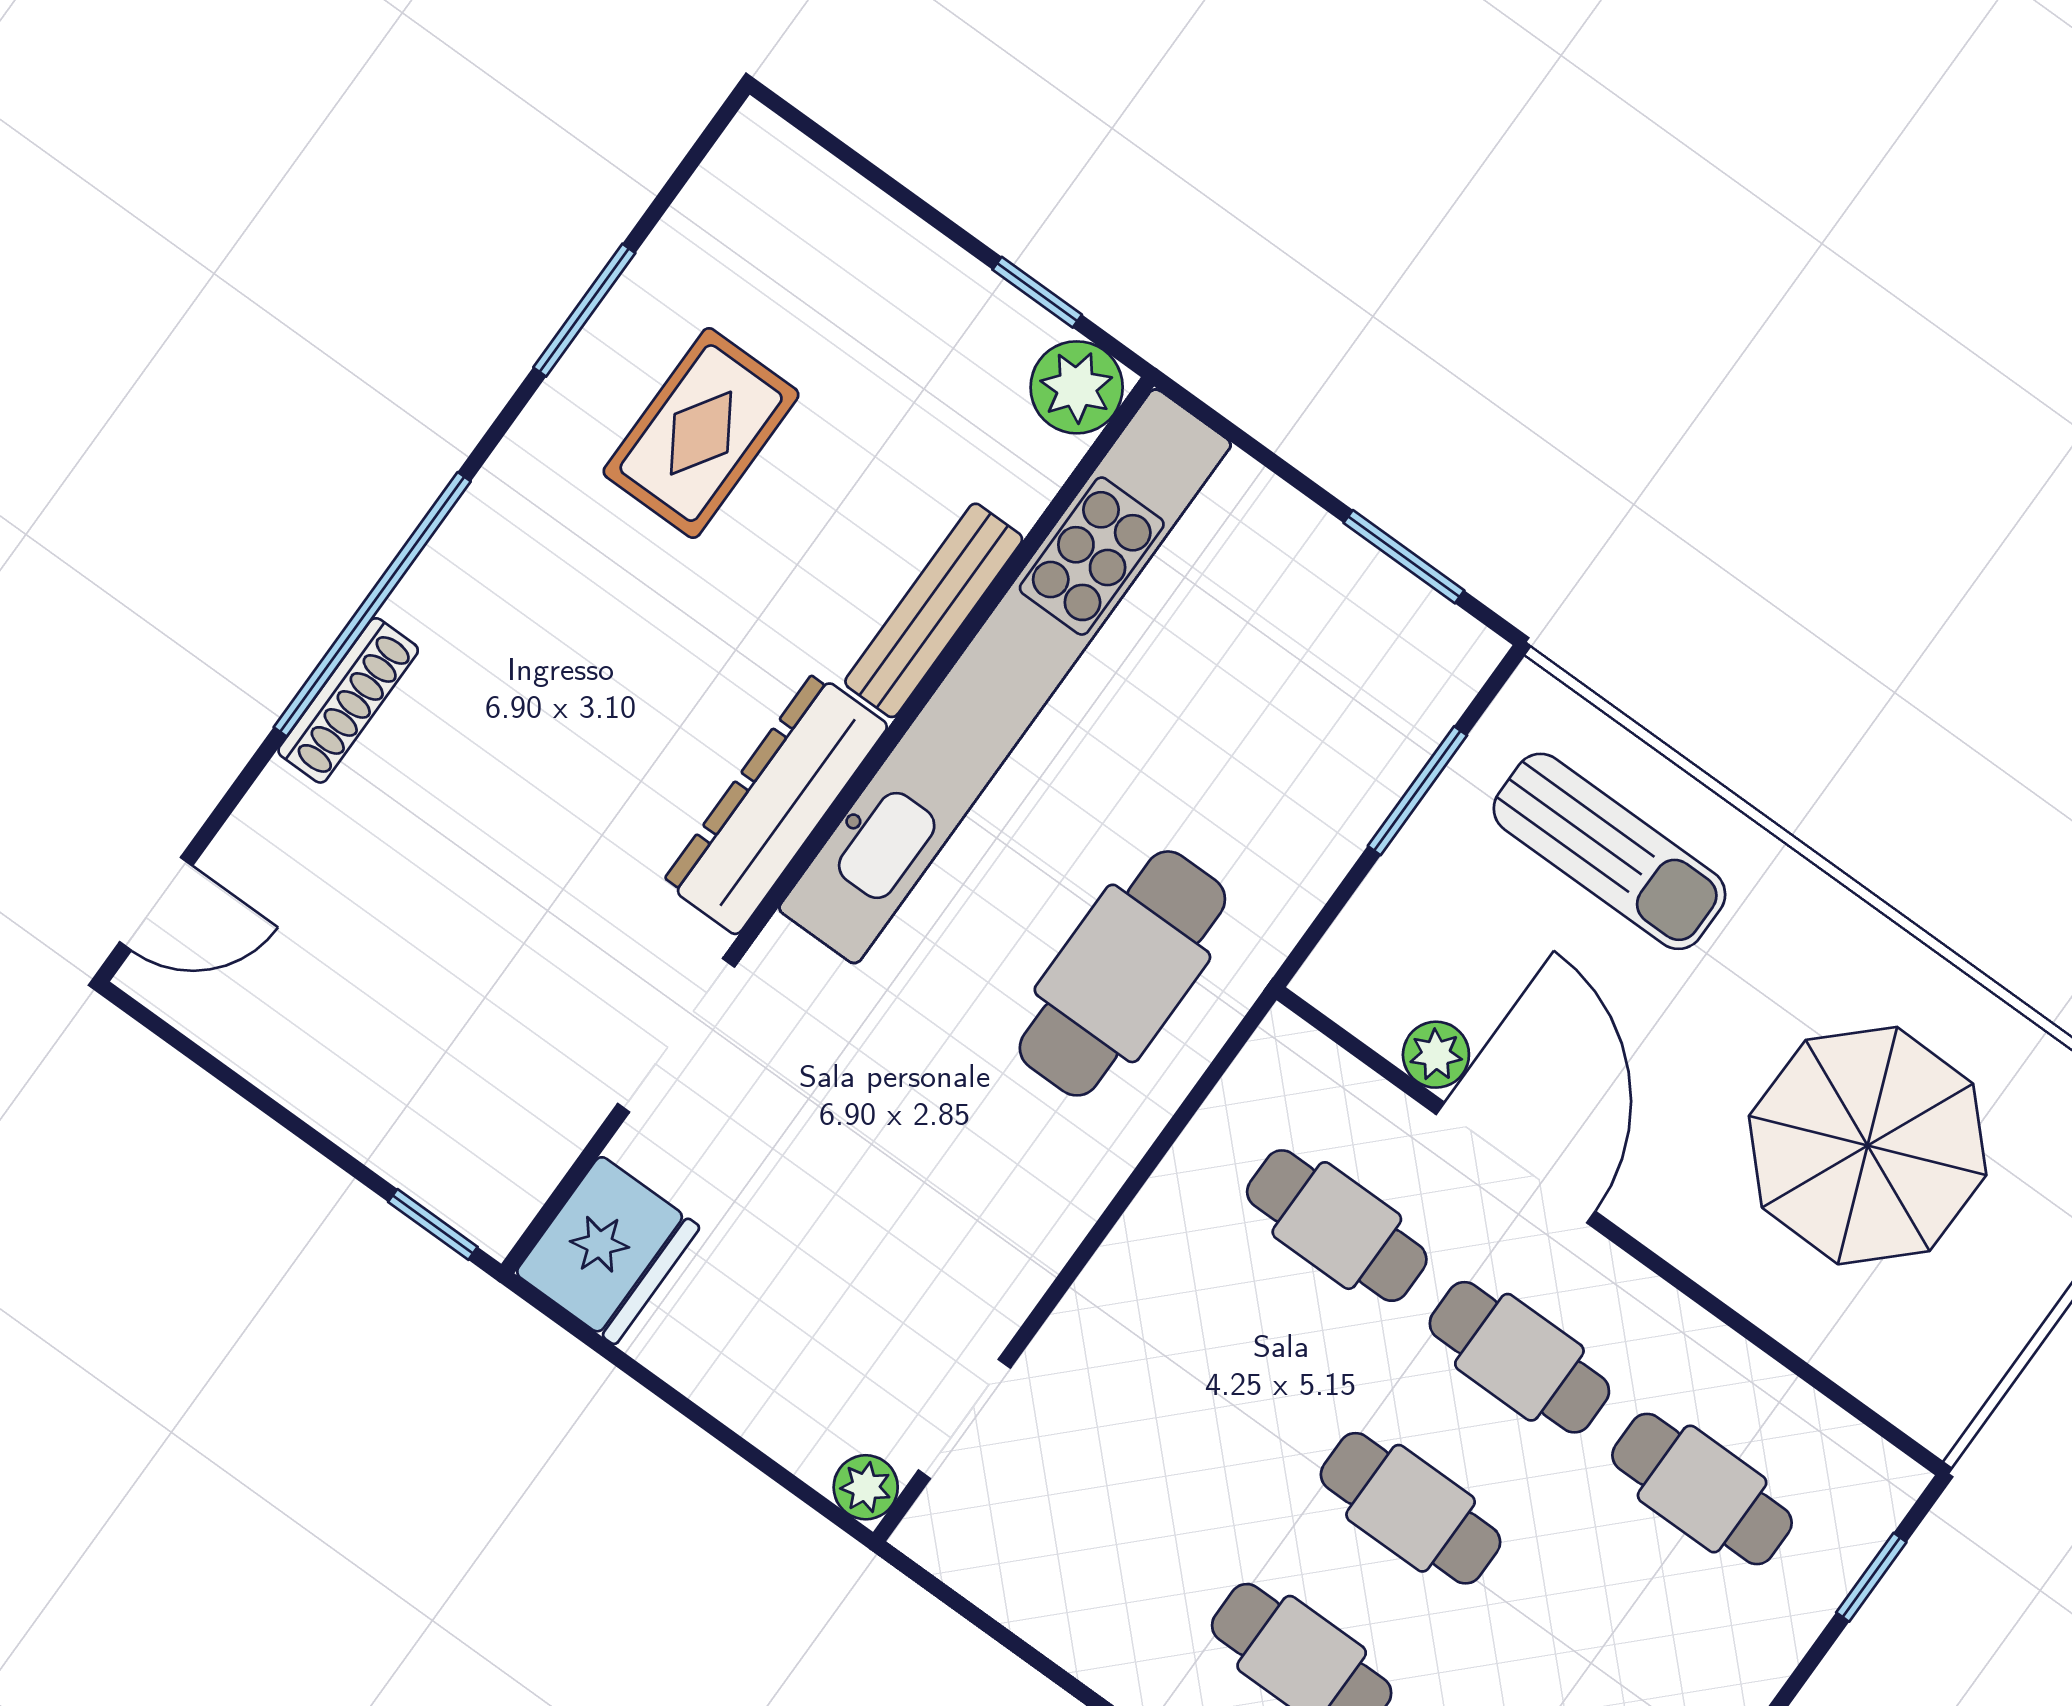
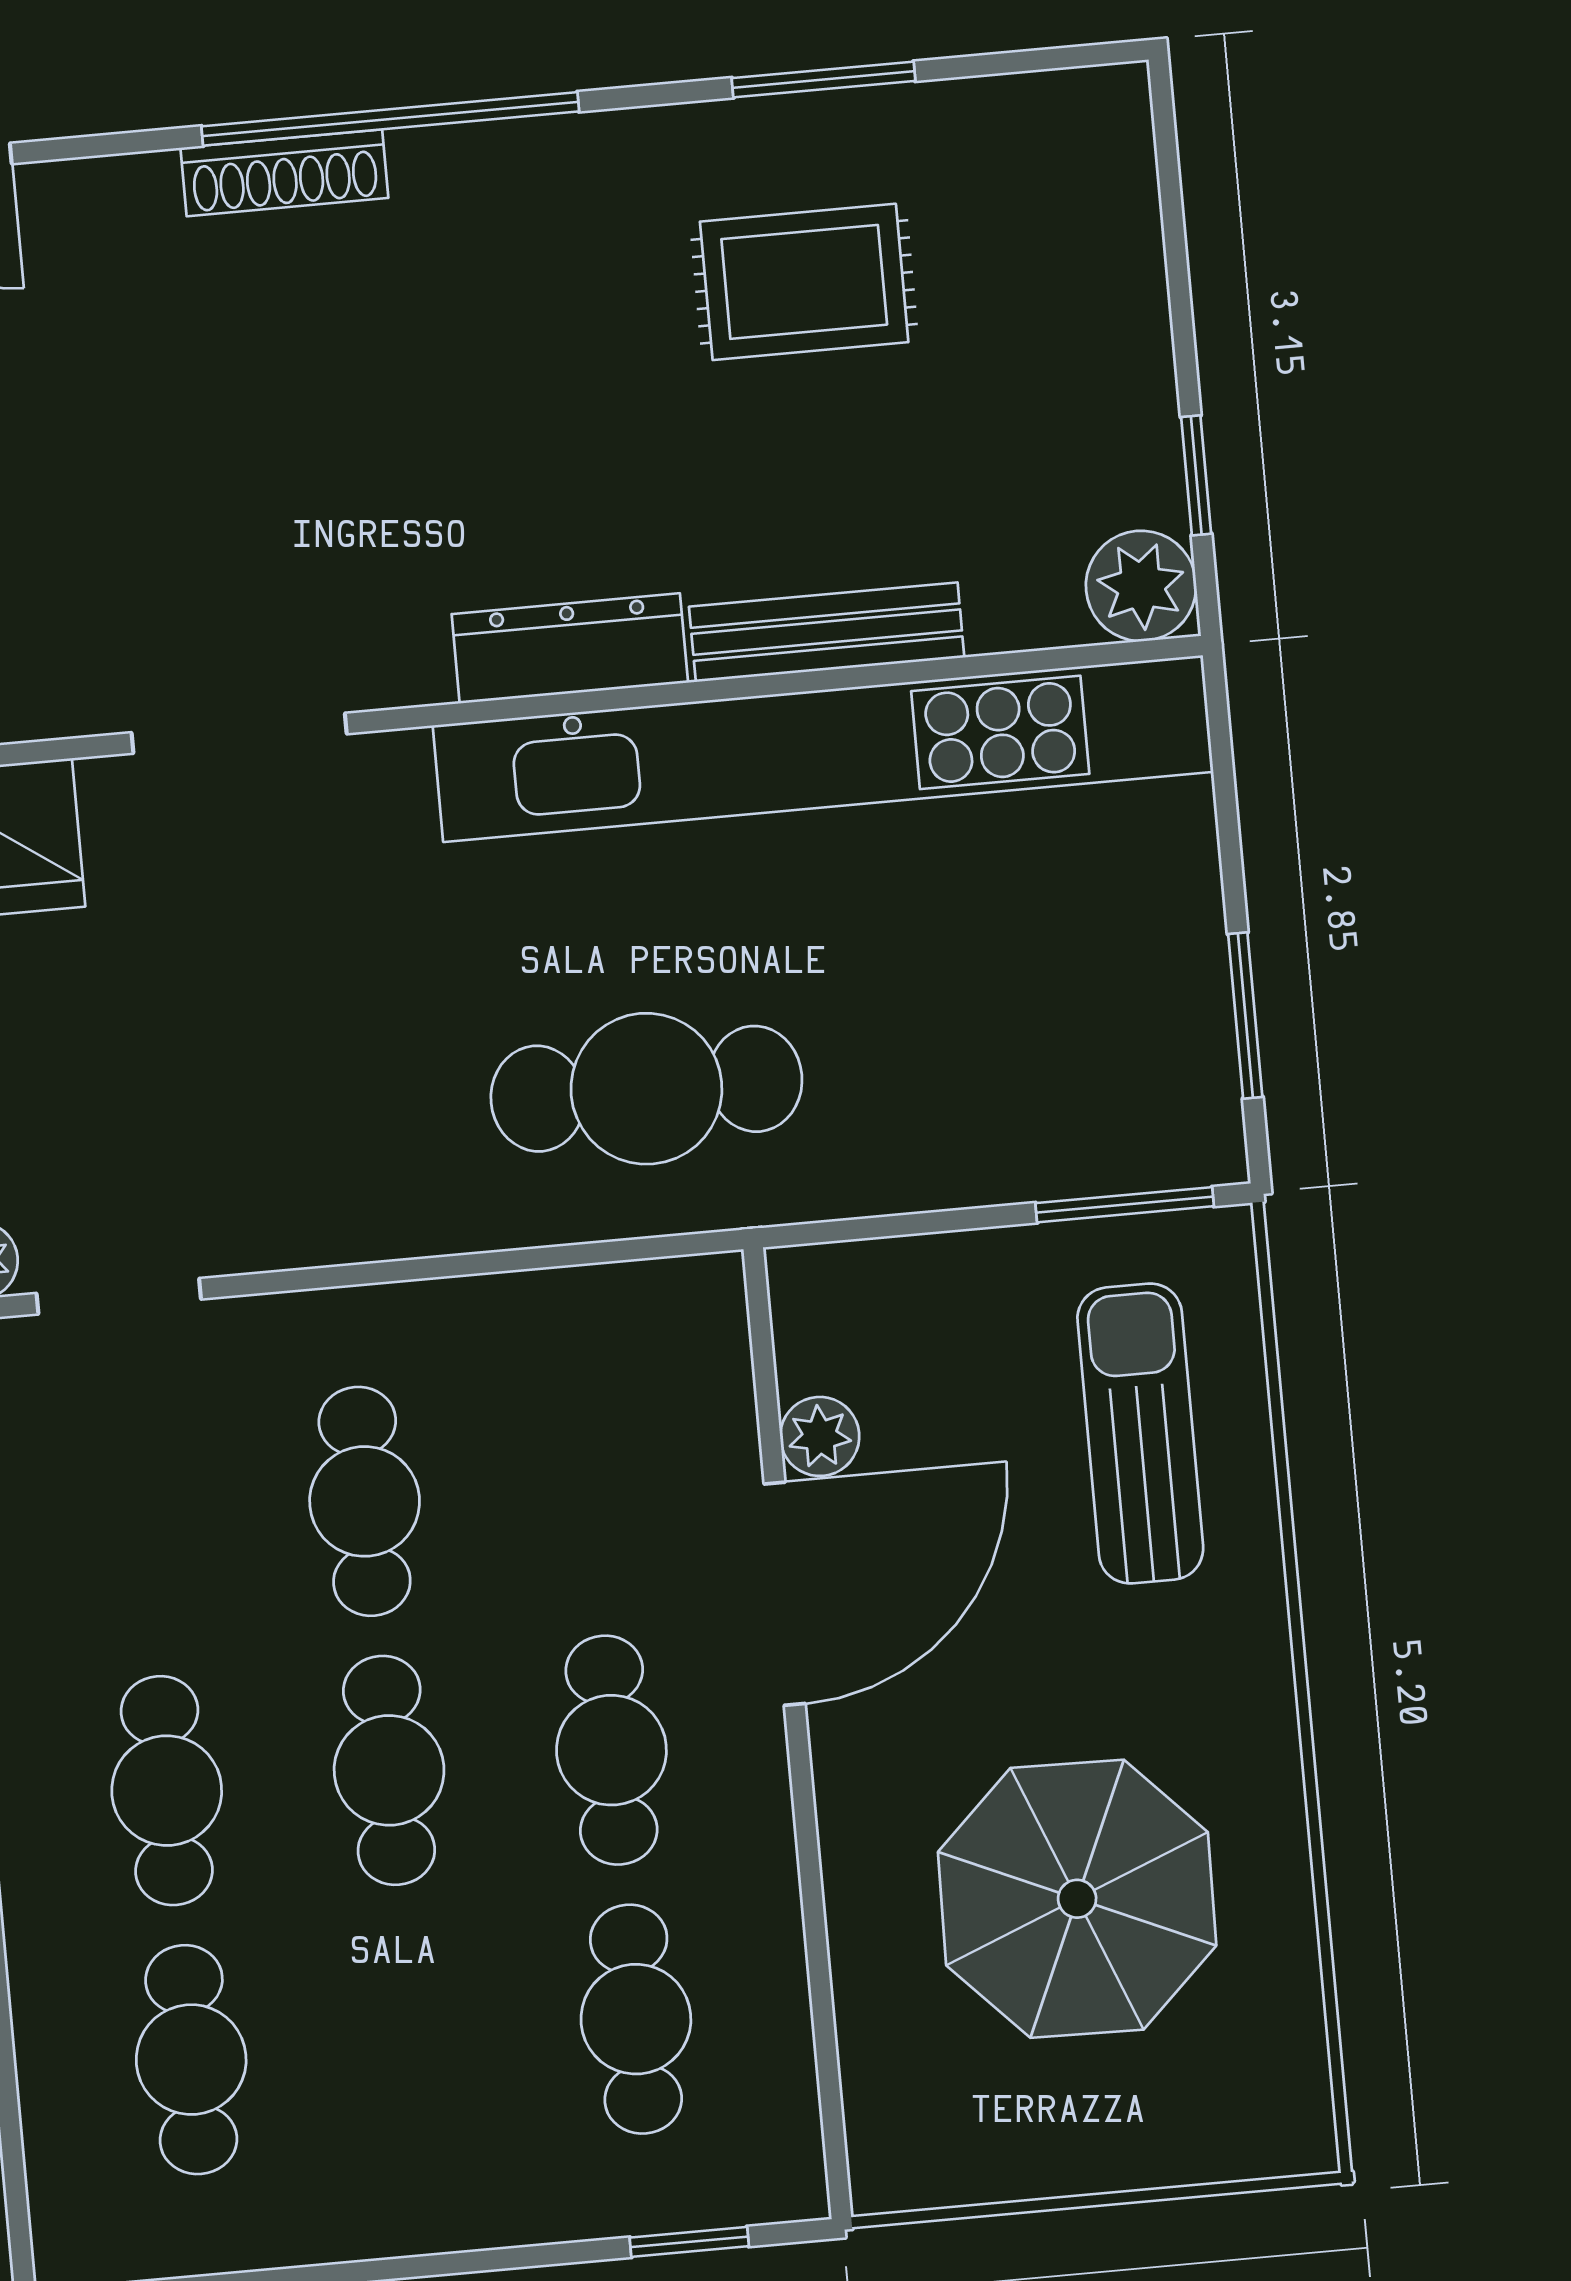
window: (1417, 791) -> (1125, 1205), moved
dresser: (776, 804) -> (570, 648), width x0.73, depth x0.80
sun lounger: (1609, 851) -> (1140, 1434), turned 180
cafe table: (1337, 1226) -> (365, 1501), moved

